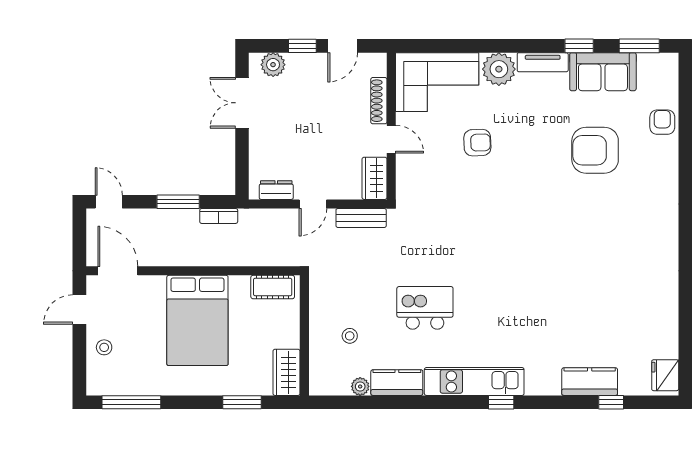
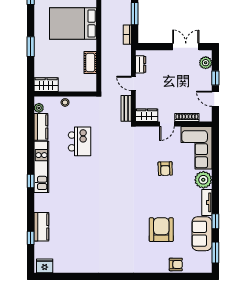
wall: (304, 335) -> (65, 94), moved
wardrobe: (287, 372) -> (46, 85), moved

